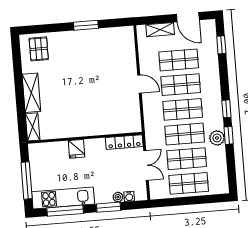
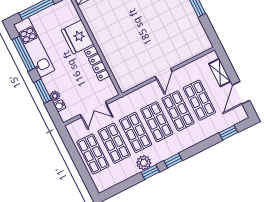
locker: (124, 142) -> (97, 63), moved
fridge: (76, 149) -> (77, 37), width x1.88, depth x1.34

